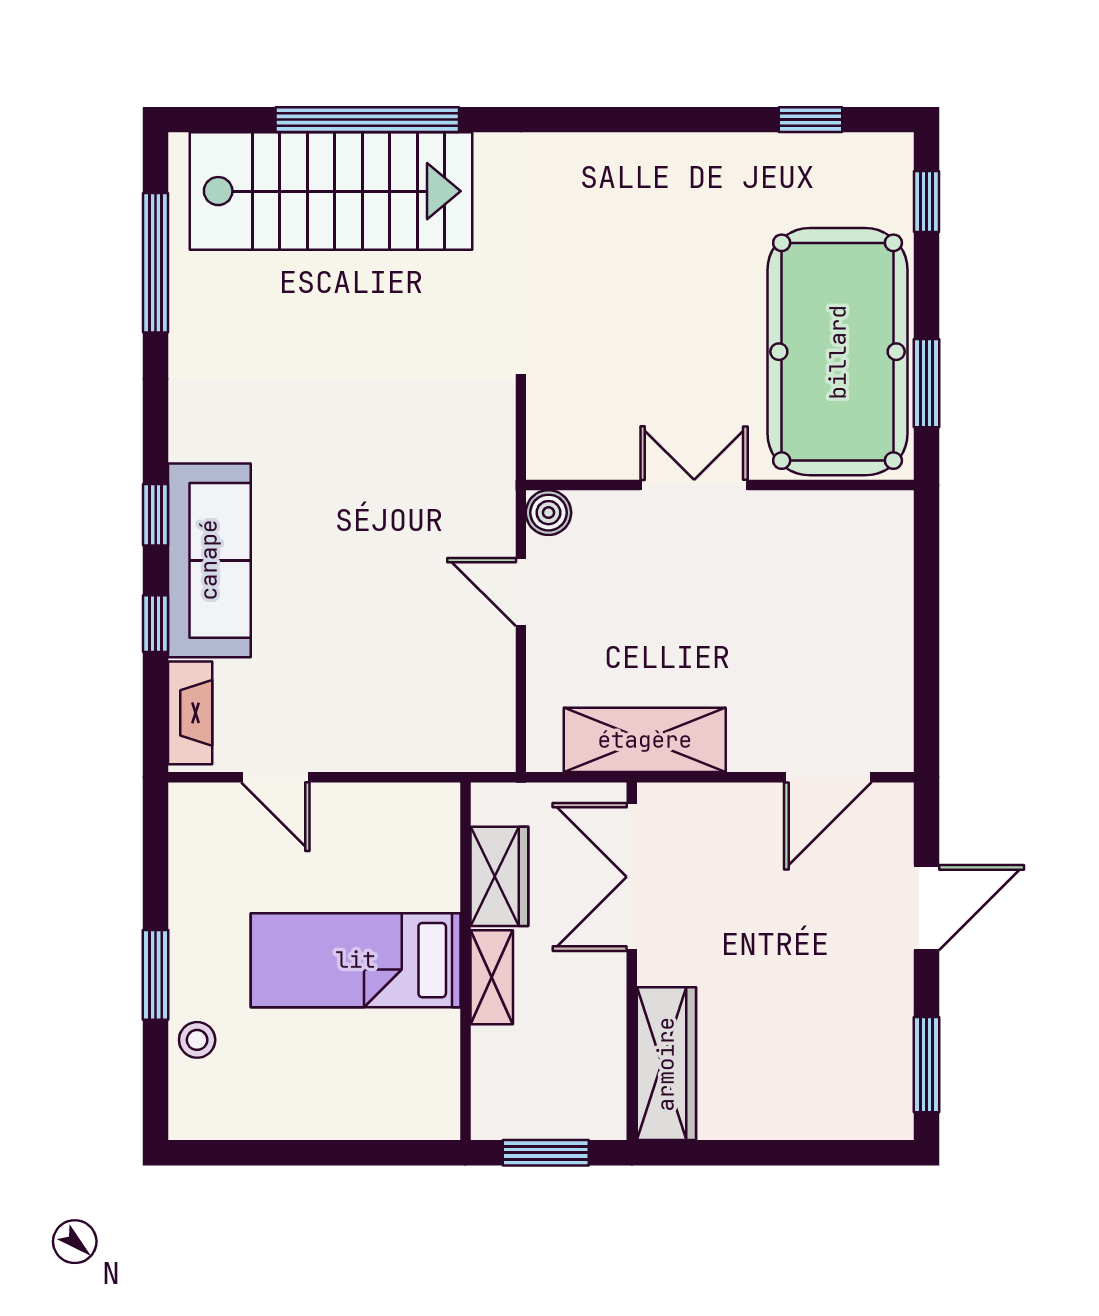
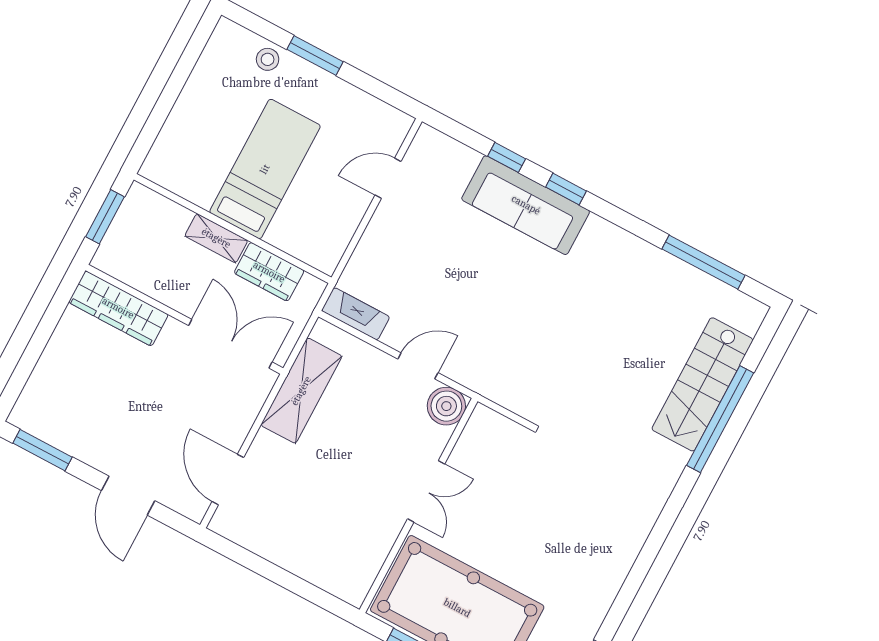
stairs: (331, 191) -> (702, 384), width x0.73, depth x0.66
boiler: (548, 513) -> (446, 406), width x1.36, depth x1.36
fireplace: (190, 713) -> (356, 314), moved, turned 180

